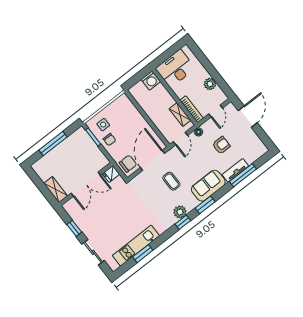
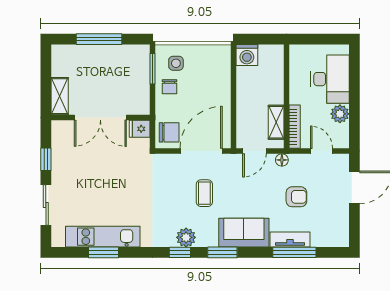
desk: (175, 68) -> (330, 79), moved, turned 90
washing machine: (151, 80) -> (247, 55), moved
door: (216, 111) -> (322, 151), swing flipped

